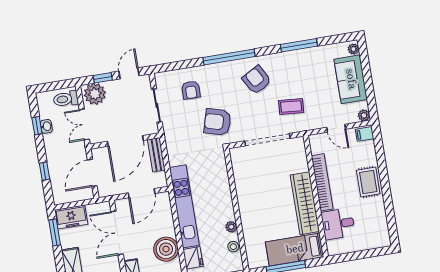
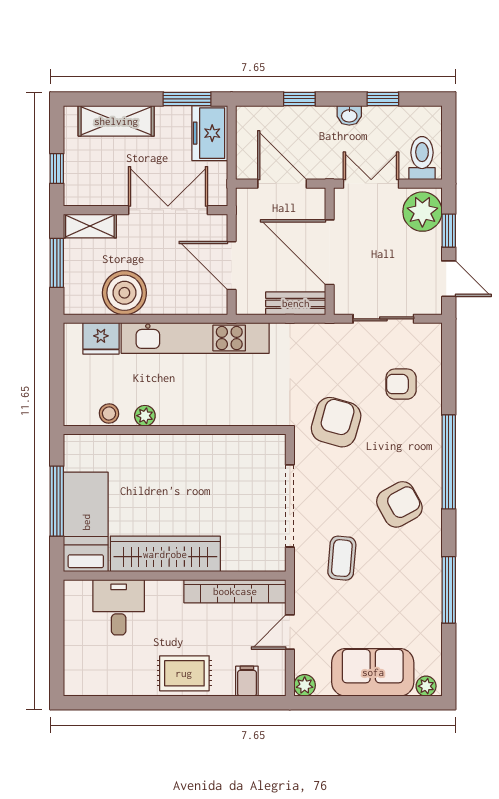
washbasin: (46, 126) -> (349, 115), moved
filing cabinet: (365, 134) -> (247, 681), moved
bookcase: (322, 182) -> (235, 591), moved

